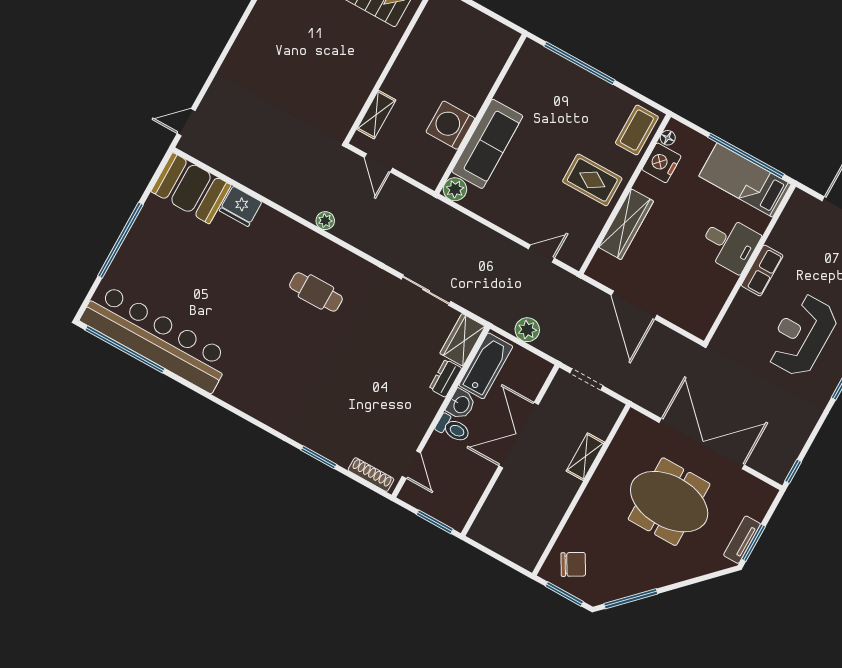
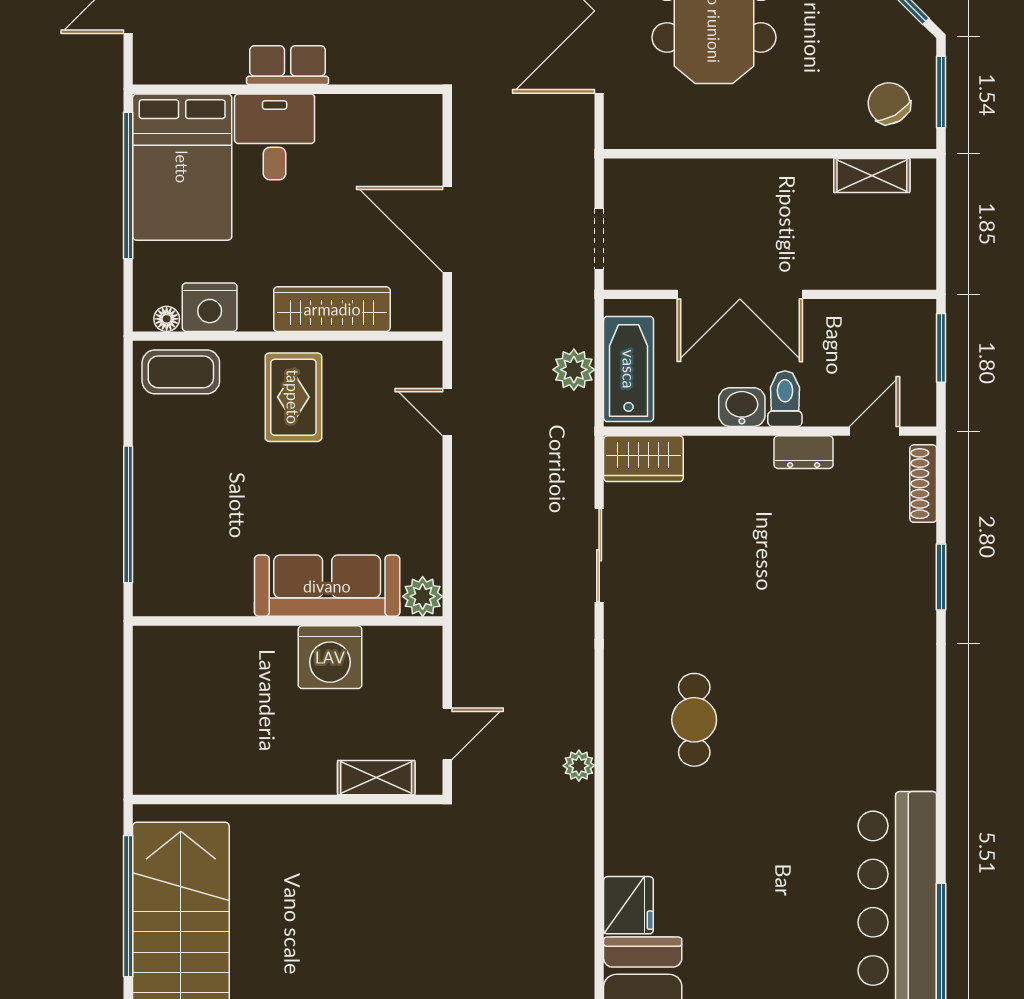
bed: (745, 180) -> (182, 167), width x1.50
door: (634, 305) -> (447, 229), swing flipped
bathtub: (486, 366) -> (629, 369), moved, turned 90
dresser: (445, 378) -> (804, 452), moved
shelving: (585, 457) -> (872, 175), moved

